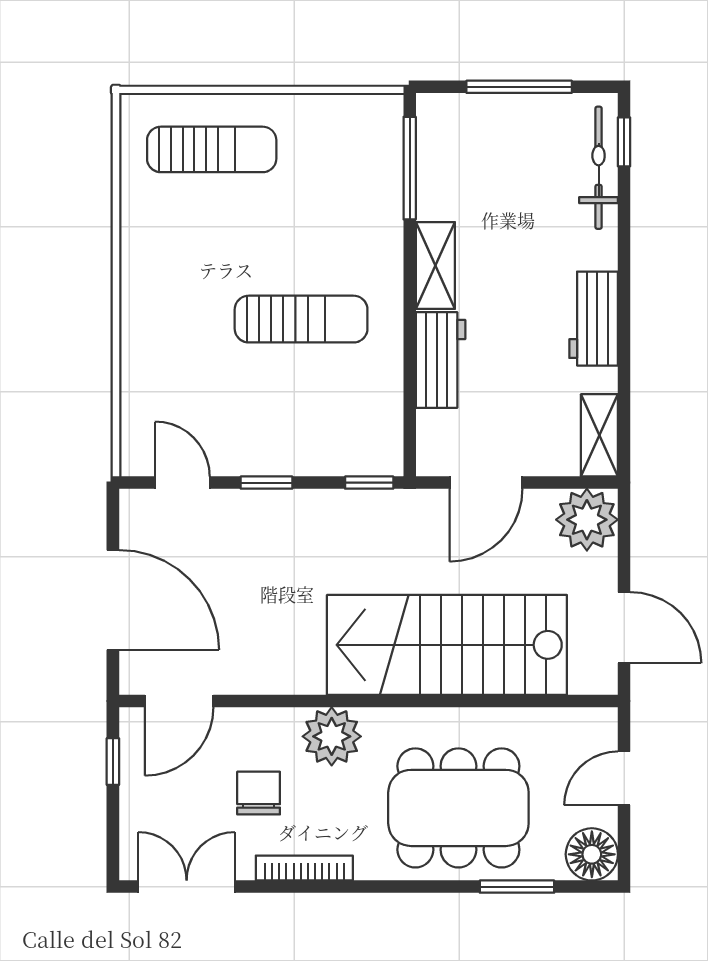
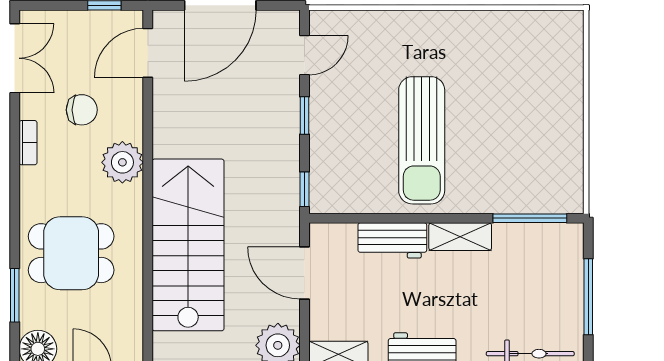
sun lounger: (212, 149) -> (543, 76), removed
sun lounger: (301, 319) -> (422, 140), width x1.36, depth x1.34
door: (179, 701) -> (148, 53), hinge flipped
dining table: (458, 808) -> (71, 253), width x0.73
bookcase: (304, 868) -> (28, 143), width x0.64

